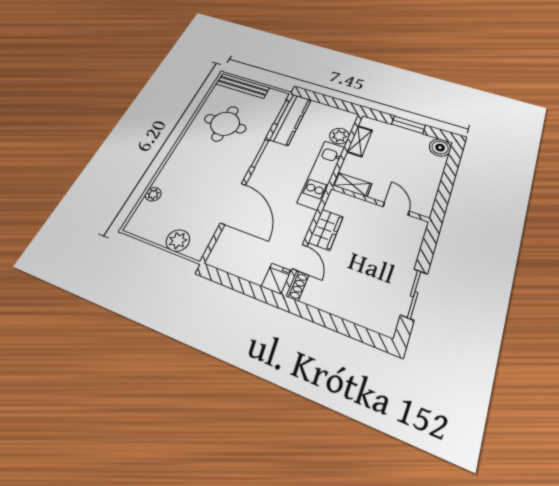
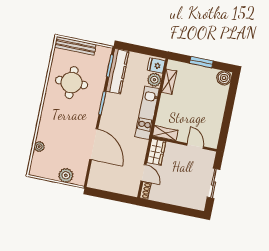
shelving: (352, 185) -> (165, 133), moved
wall: (379, 203) -> (184, 144), moved
door: (396, 209) -> (195, 146), moved
fridge: (276, 279) -> (156, 66), moved, turned -90

